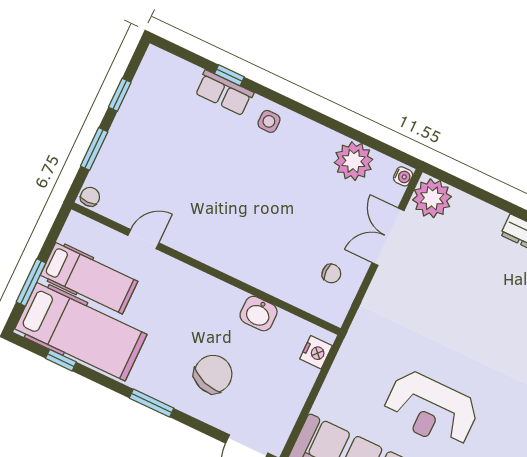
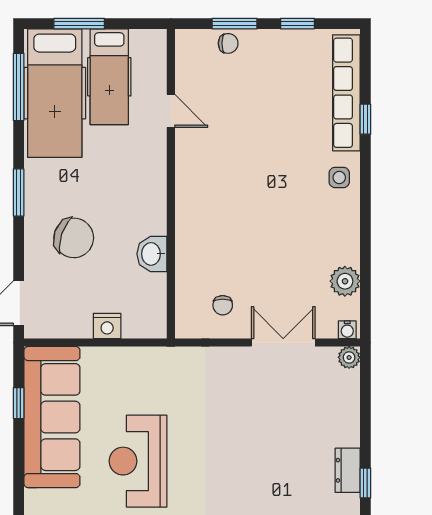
row of seats: (224, 93) -> (346, 93), width x2.02
plant: (353, 161) -> (345, 281), width x0.73, depth x0.73
chair: (90, 197) -> (228, 43), moved
plant: (432, 198) -> (349, 357), width x0.53, depth x0.53
nightstand: (316, 352) -> (107, 326), moved
window: (61, 360) -> (19, 87), width x2.17

